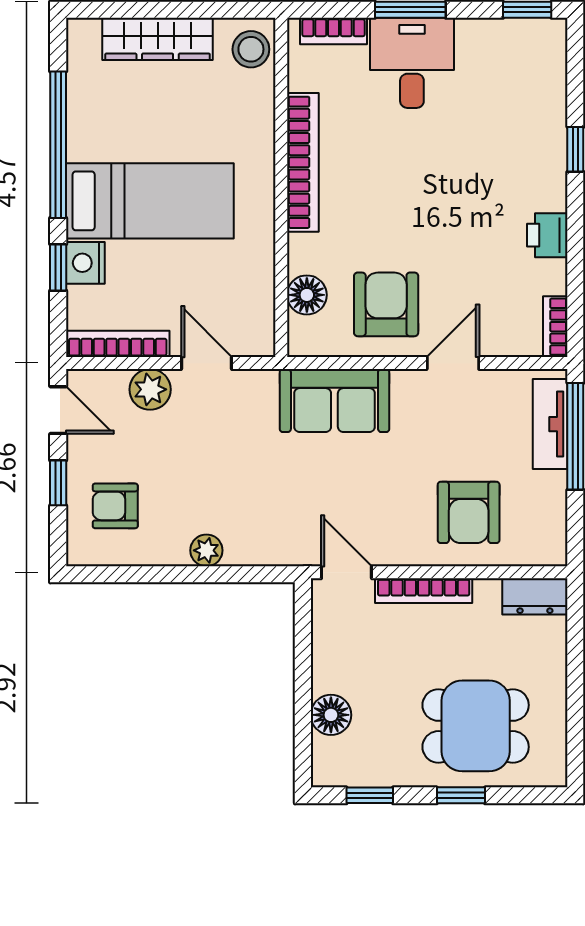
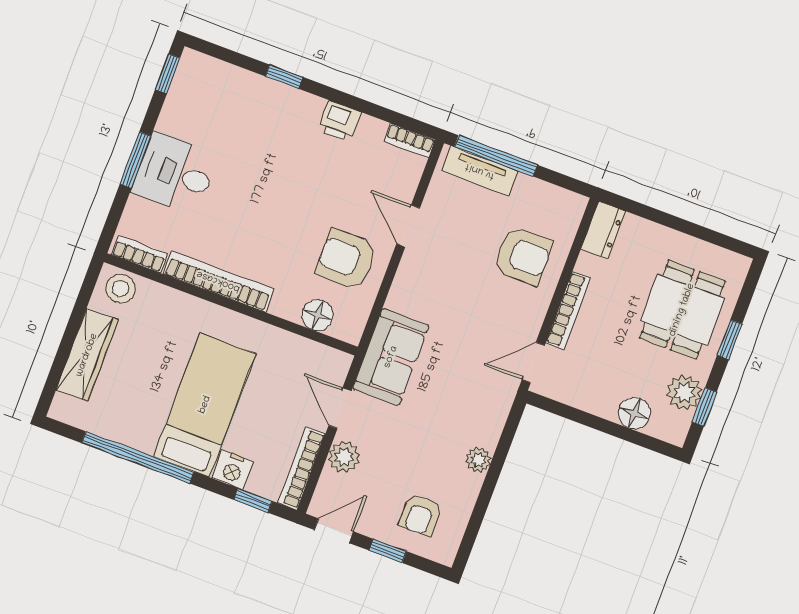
bookcase: (334, 31) -> (139, 254), moved, turned -90
window: (58, 267) -> (253, 500), moved
door: (206, 363) -> (340, 408), hinge flipped
sofa: (334, 401) -> (391, 357), moved
plant: (378, 765) -> (684, 392), added

